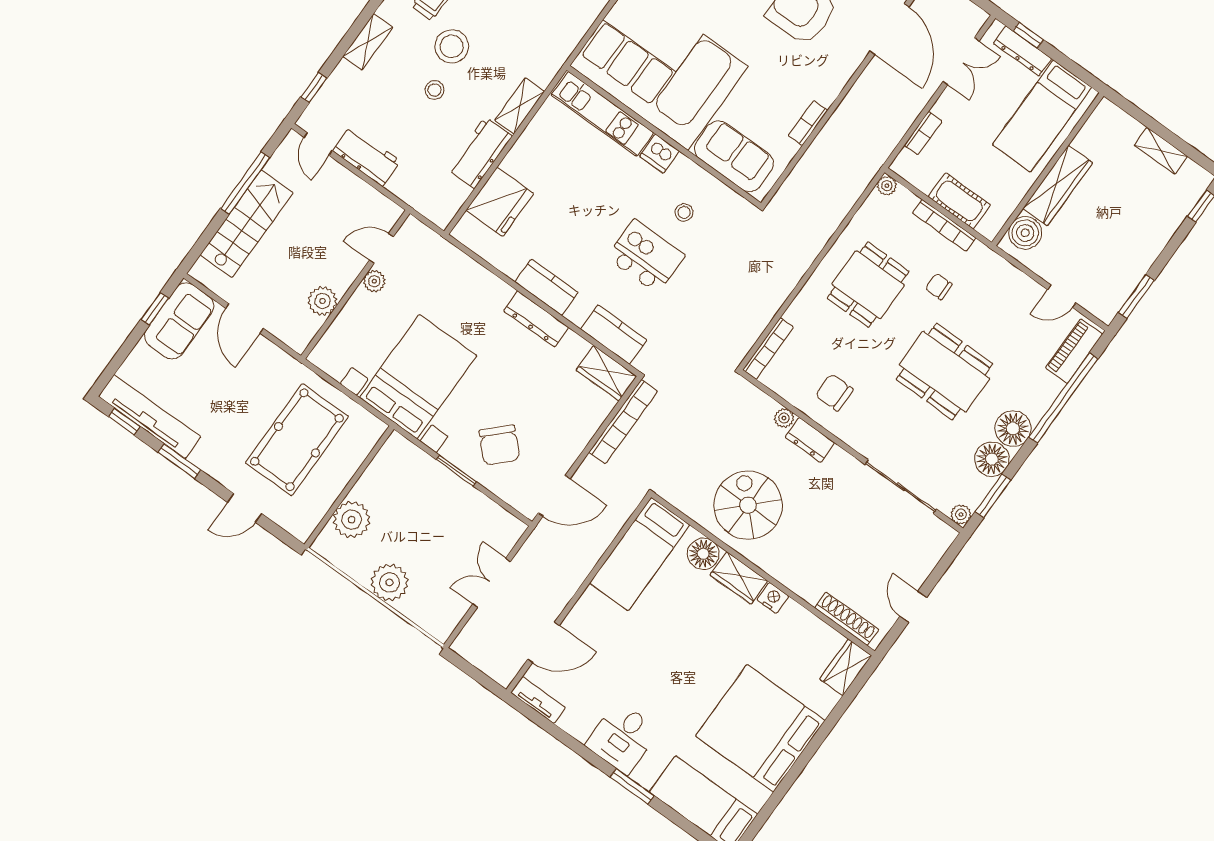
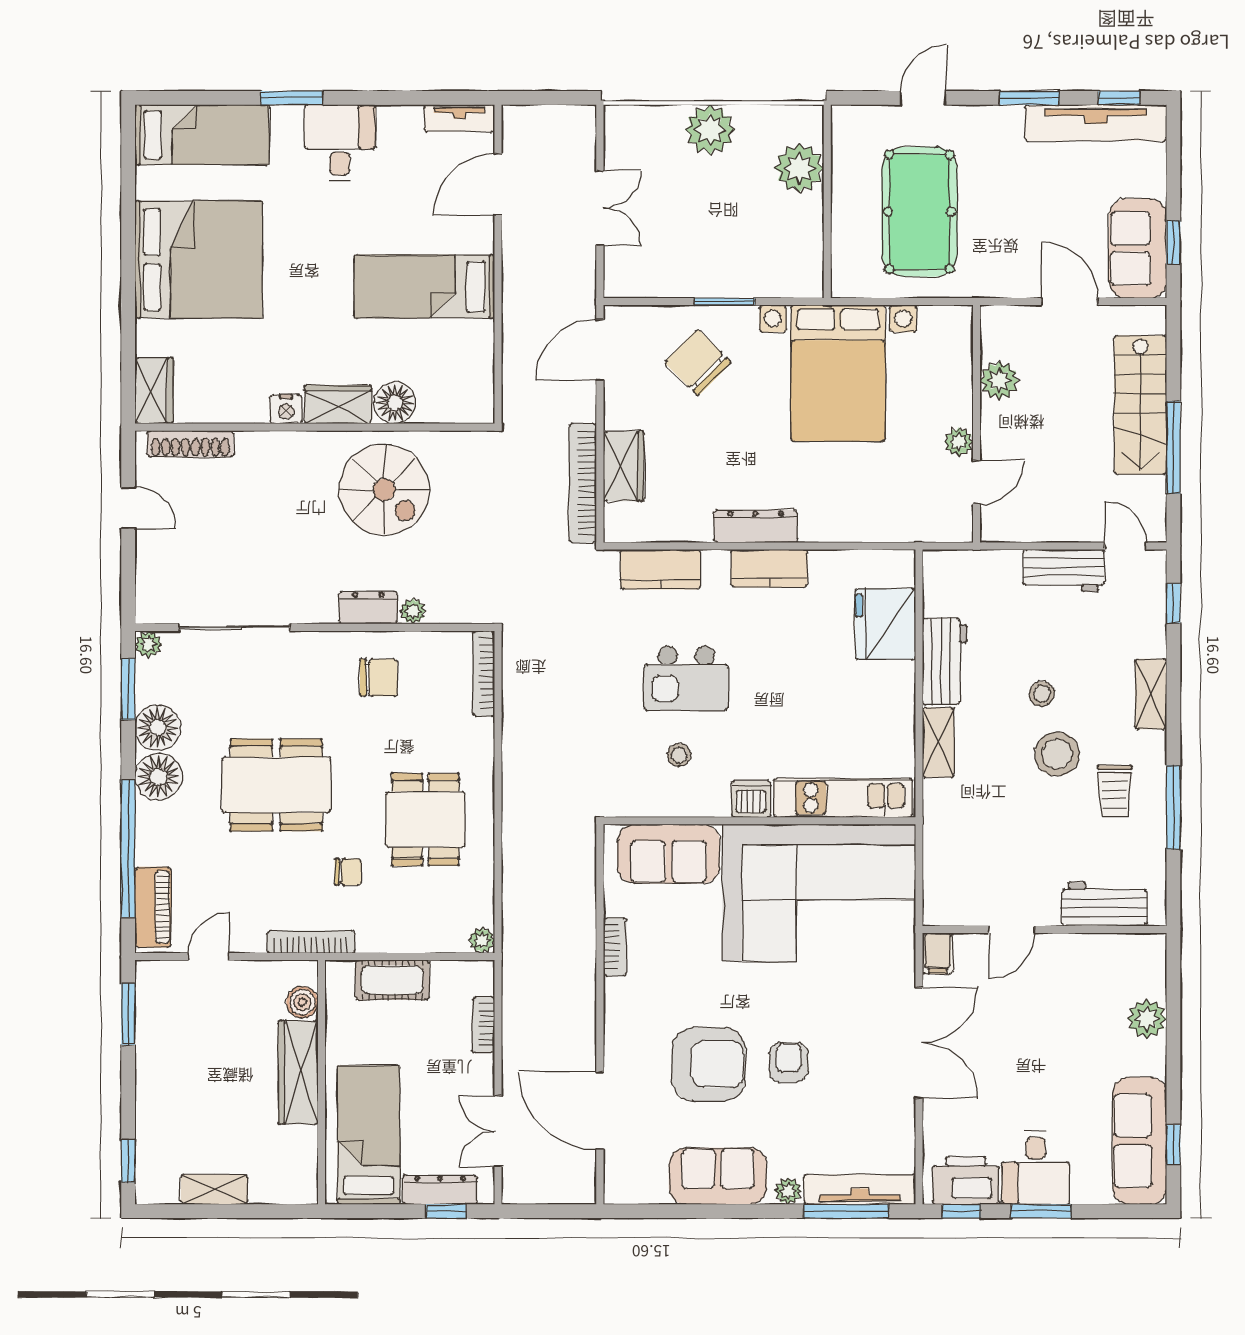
bookcase: (944, 225) -> (311, 942), moved
boiler: (1025, 233) -> (302, 1002), width x0.73, depth x0.73
wardrobe: (606, 373) -> (624, 466), moved, turned 90
bed: (640, 554) -> (424, 287), moved, turned -90

